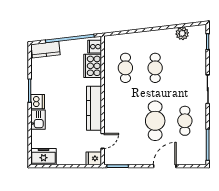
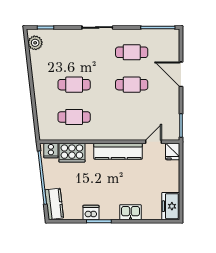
plant: (182, 33) -> (35, 43), moved
dishwasher: (38, 102) -> (91, 213), moved
cafe table: (155, 121) -> (132, 85), width x0.73, depth x0.74
door: (103, 141) -> (154, 142), hinge flipped

